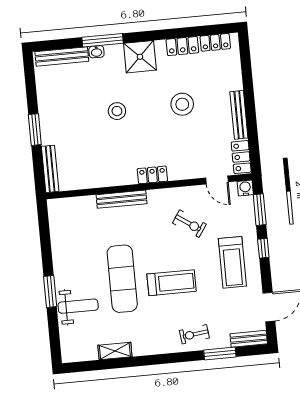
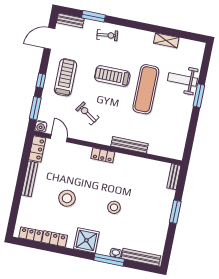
bench: (50, 169) -> (174, 177), width x0.73

